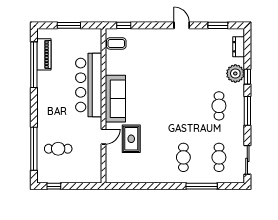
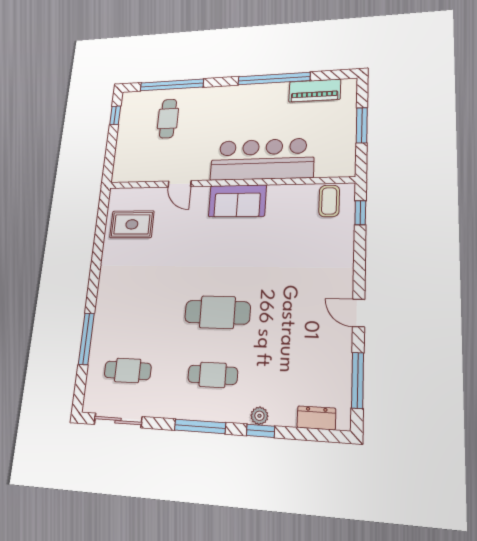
door: (182, 25) -> (359, 313), swing flipped
window: (218, 25) -> (358, 380), width x1.44
window: (34, 65) -> (274, 79), moved
plant: (235, 73) -> (259, 416), width x0.53, depth x0.53
sofa: (115, 99) -> (237, 201), width x0.73
rug: (131, 139) -> (132, 224), moved
cafe table: (183, 157) -> (217, 312), moved, width x1.37, depth x1.35

